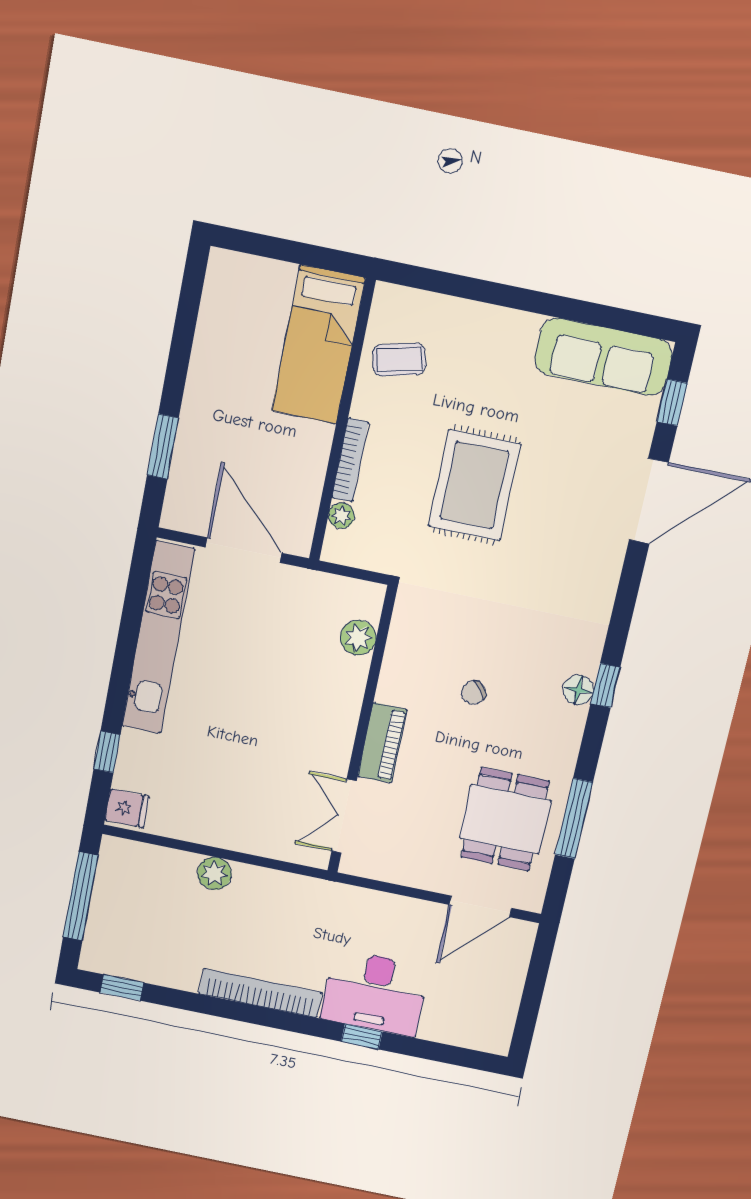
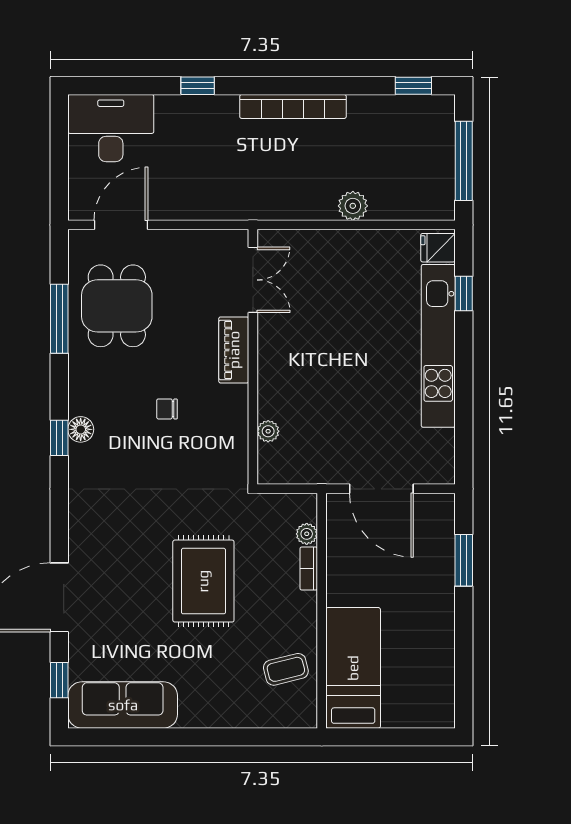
bookcase: (350, 460) -> (309, 569), width x0.64
kitchen unit: (158, 638) -> (438, 346), moved
plant: (358, 638) -> (268, 431), width x0.73, depth x0.73
chair: (473, 693) -> (167, 409), turned -142
desk: (375, 993) -> (111, 128), moved

